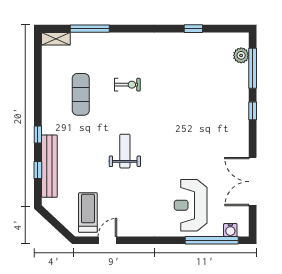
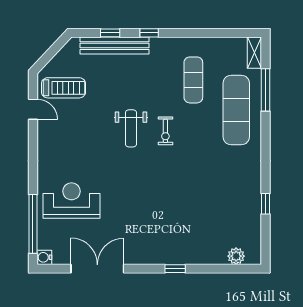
exercise mat: (108, 55) -> (236, 110), added
window: (253, 68) -> (222, 269), removed
exercise bike: (127, 85) -> (165, 131), moved
exercise mat: (81, 94) -> (193, 80), turned 90
weight bench: (125, 151) -> (131, 128), turned 90
water cooler: (230, 230) -> (44, 257), moved

